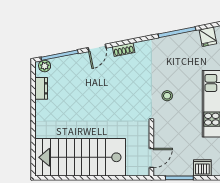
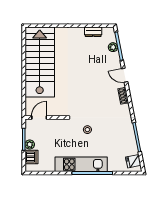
plant: (45, 66) -> (113, 47), moved
door: (151, 158) -> (39, 117), swing flipped
plant: (186, 170) -> (30, 145), added

